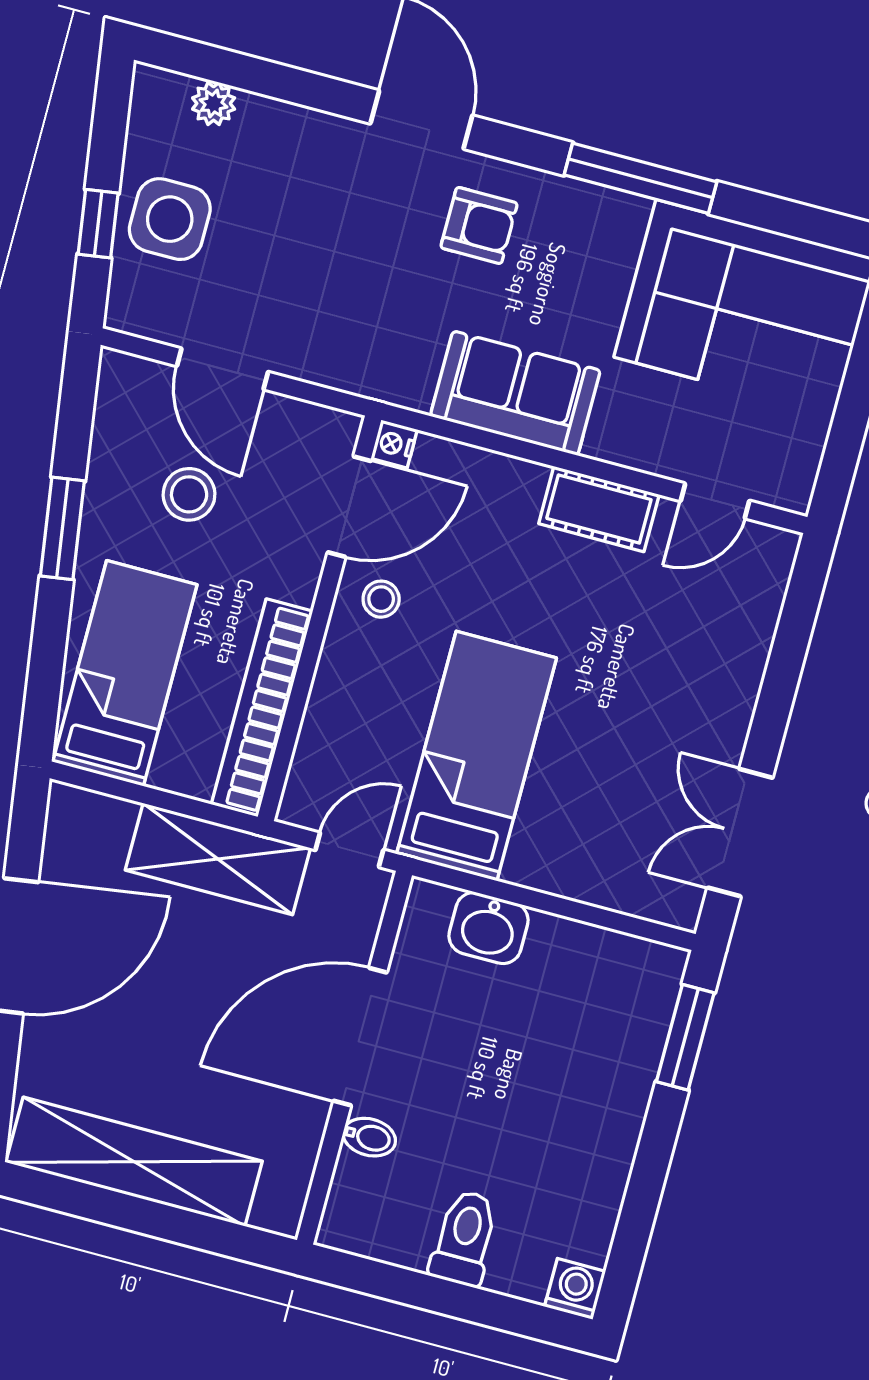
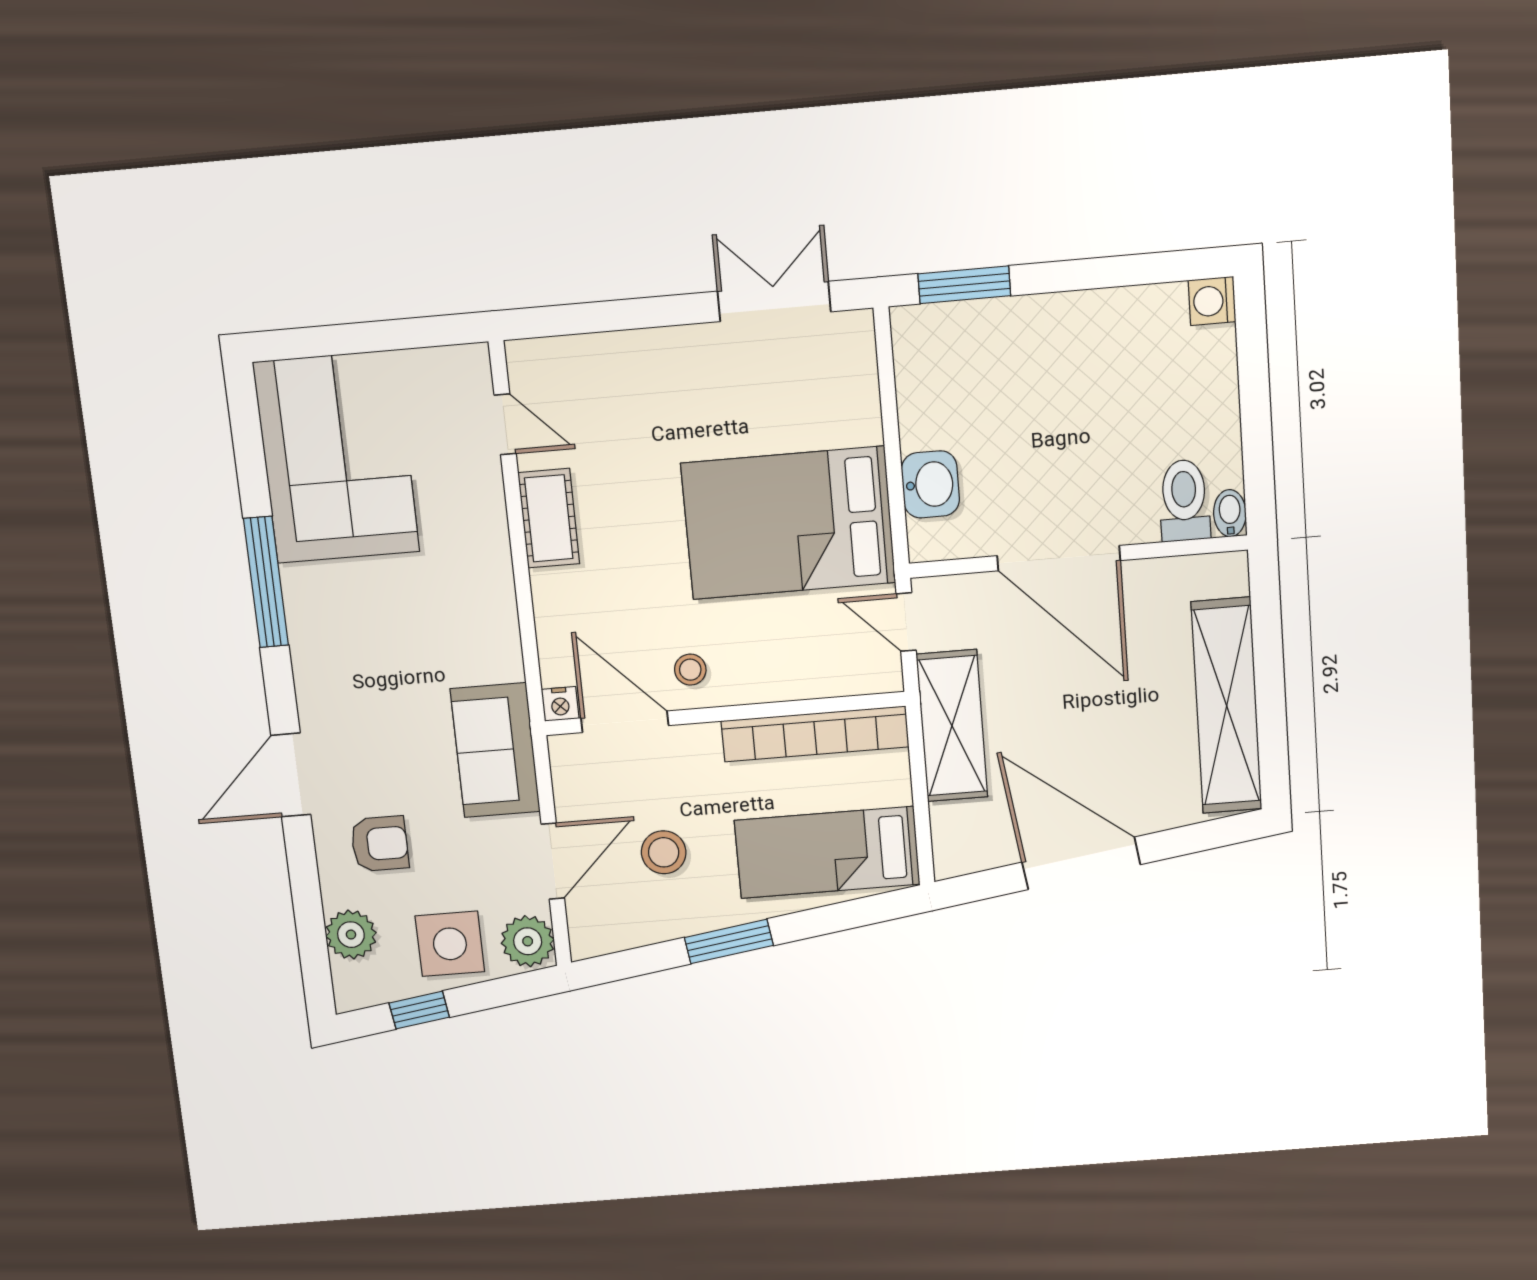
plant: (214, 103) -> (351, 935), width x1.38, depth x1.38
window: (98, 224) -> (419, 1010), moved
armchair: (479, 225) -> (380, 844), moved, turned 90
plant: (142, 306) -> (528, 941), added
sofa: (515, 393) -> (495, 750), moved
bed: (477, 756) -> (788, 523), width x1.50
double door: (740, 833) -> (774, 301), swing flipped
bidet: (369, 1137) -> (1230, 513), moved
toilet: (464, 1238) -> (1184, 500), moved, turned 90

